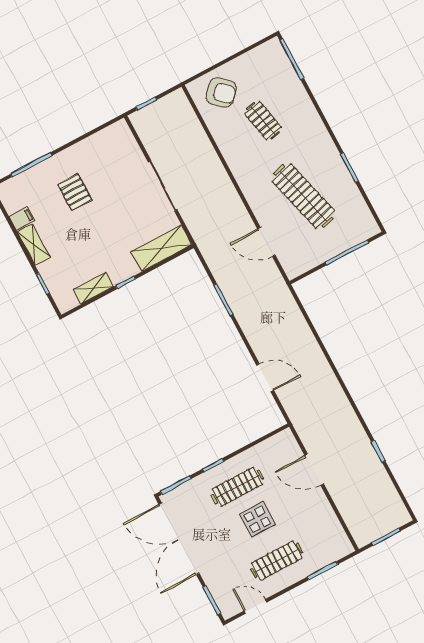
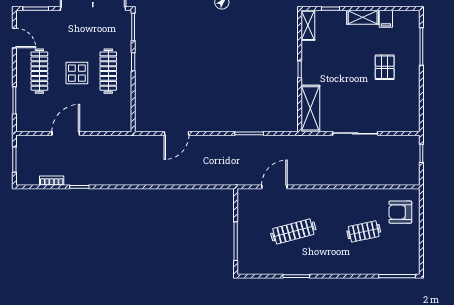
armchair: (221, 92) -> (400, 212), turned 47
pallet: (75, 192) -> (385, 67), turned 90
clothes rail: (303, 196) -> (293, 231), width x0.73, depth x0.76
shelving: (94, 288) -> (308, 25), moved
door: (314, 470) -> (66, 133), moved
bookcase: (387, 485) -> (52, 181), added
door: (255, 606) -> (14, 38), hinge flipped

